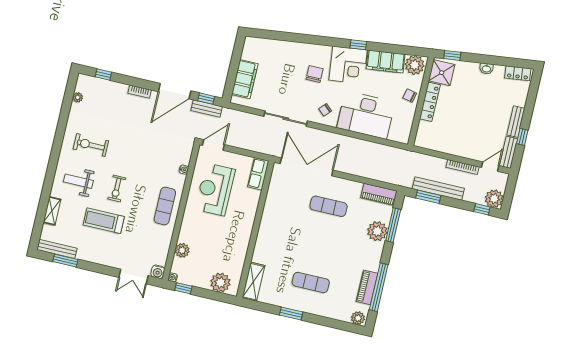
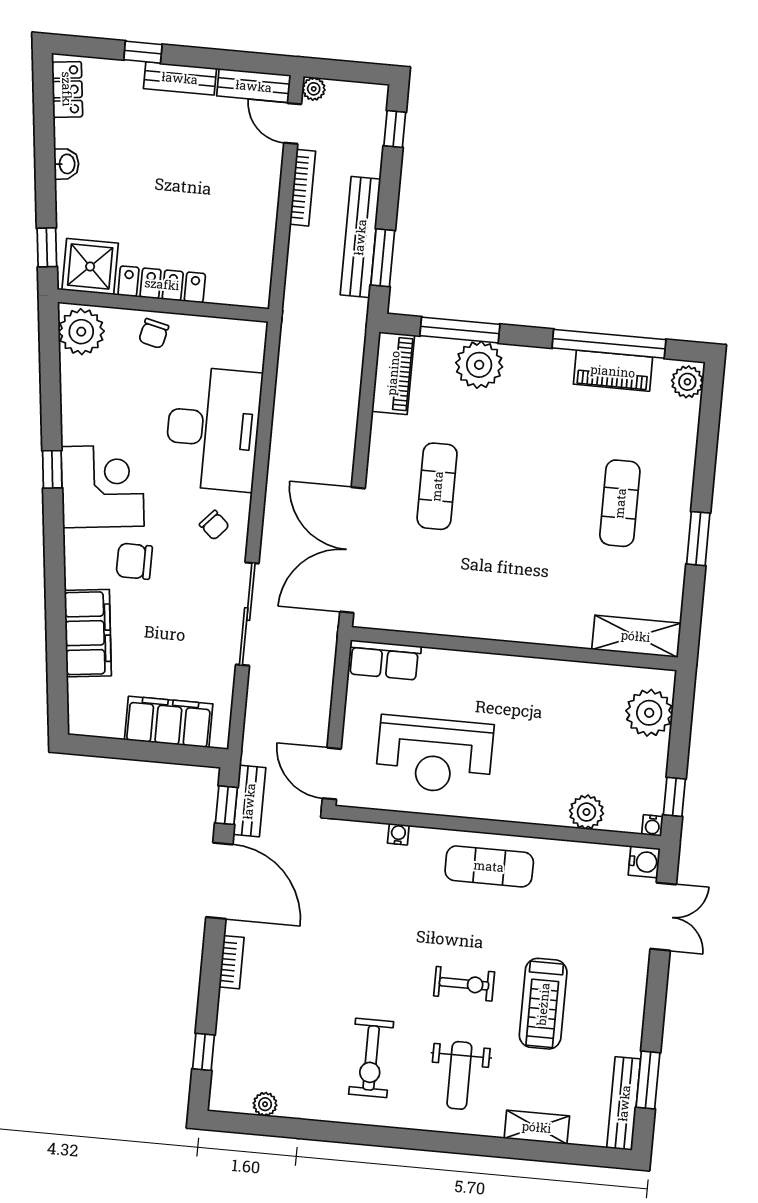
filing cabinet: (386, 61) -> (88, 633), moved
window: (522, 137) -> (143, 52), moved
plant: (494, 199) -> (314, 89), moved, width x0.53, depth x0.53

